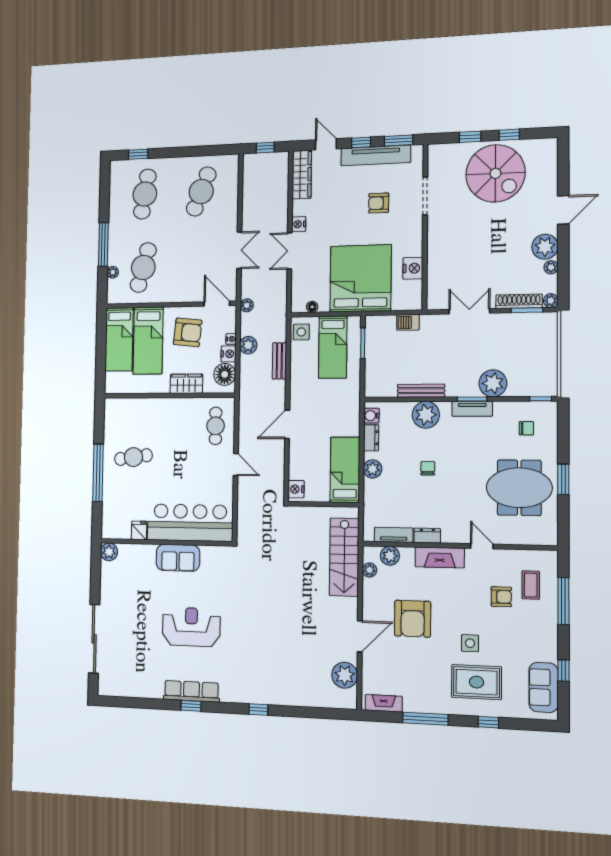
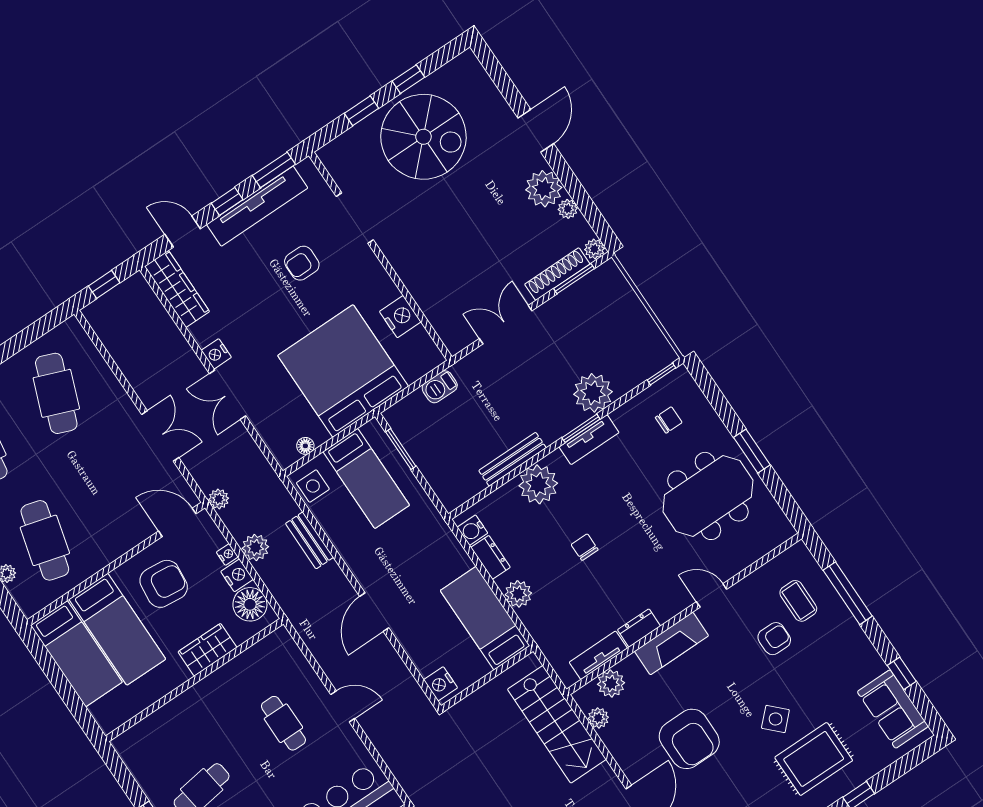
cafe table: (216, 426) -> (283, 723), moved
side table: (470, 643) -> (775, 719), turned 45

